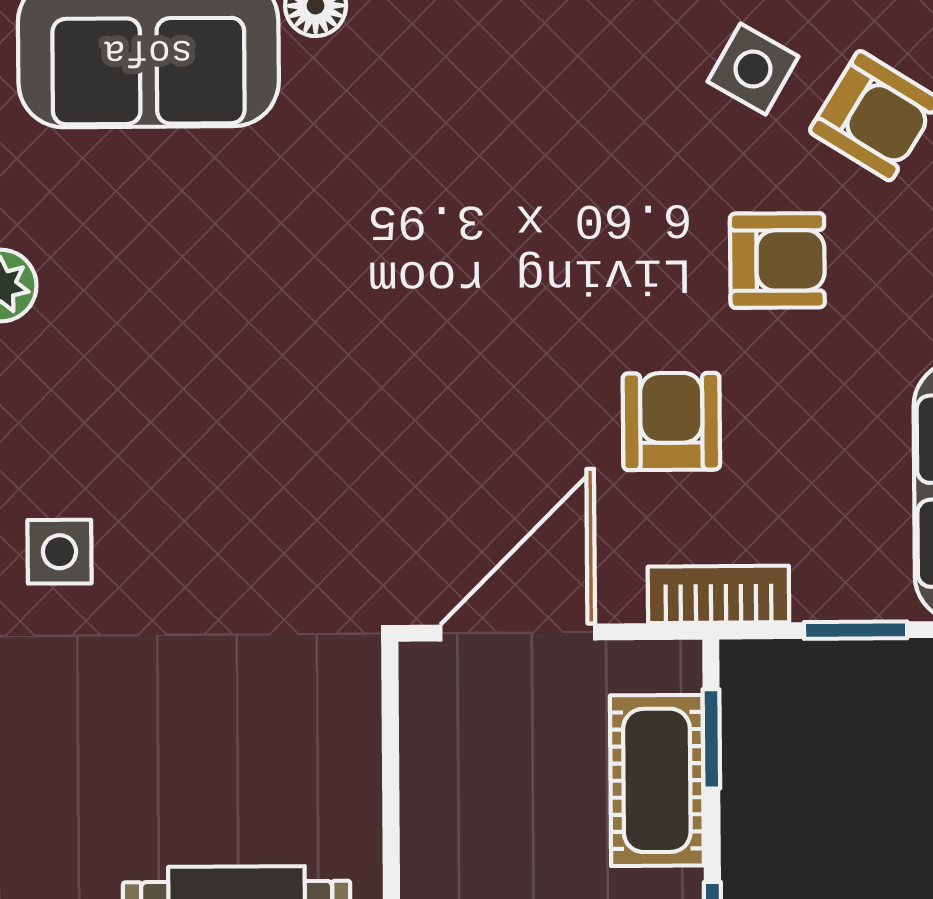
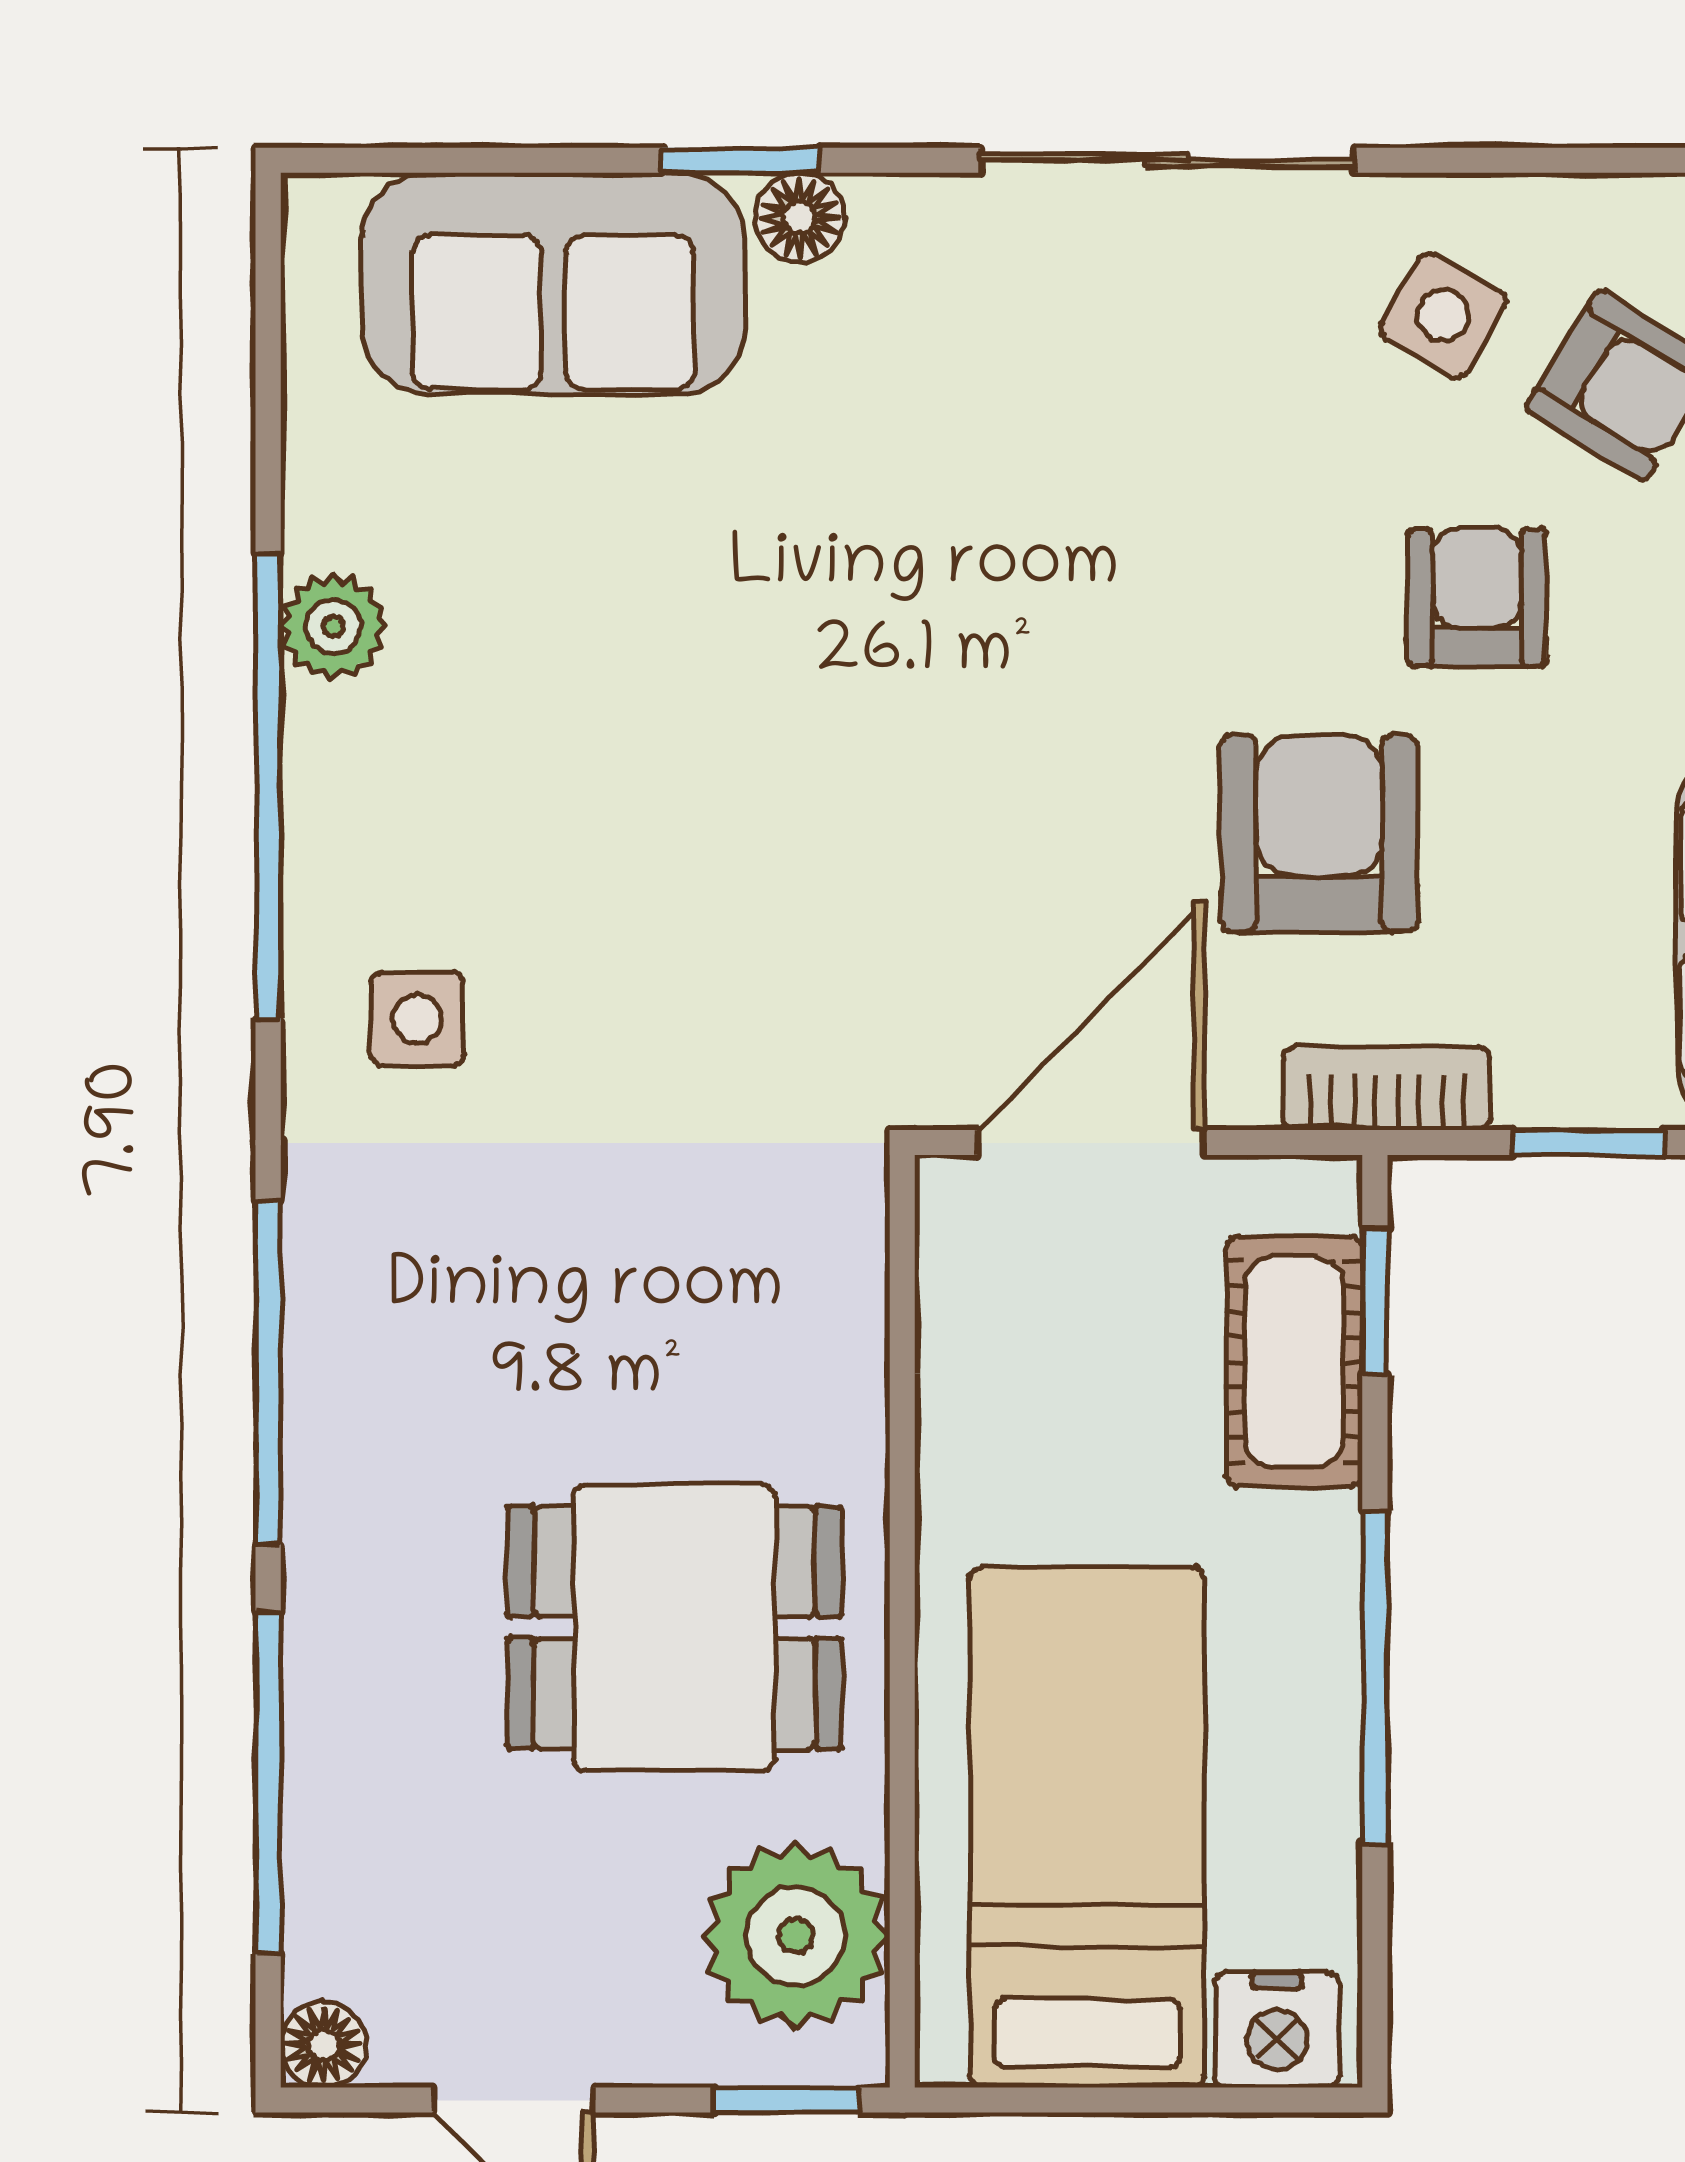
armchair: (777, 260) -> (1477, 598), turned -90
armchair: (671, 421) -> (1319, 833), width x1.38, depth x1.38

